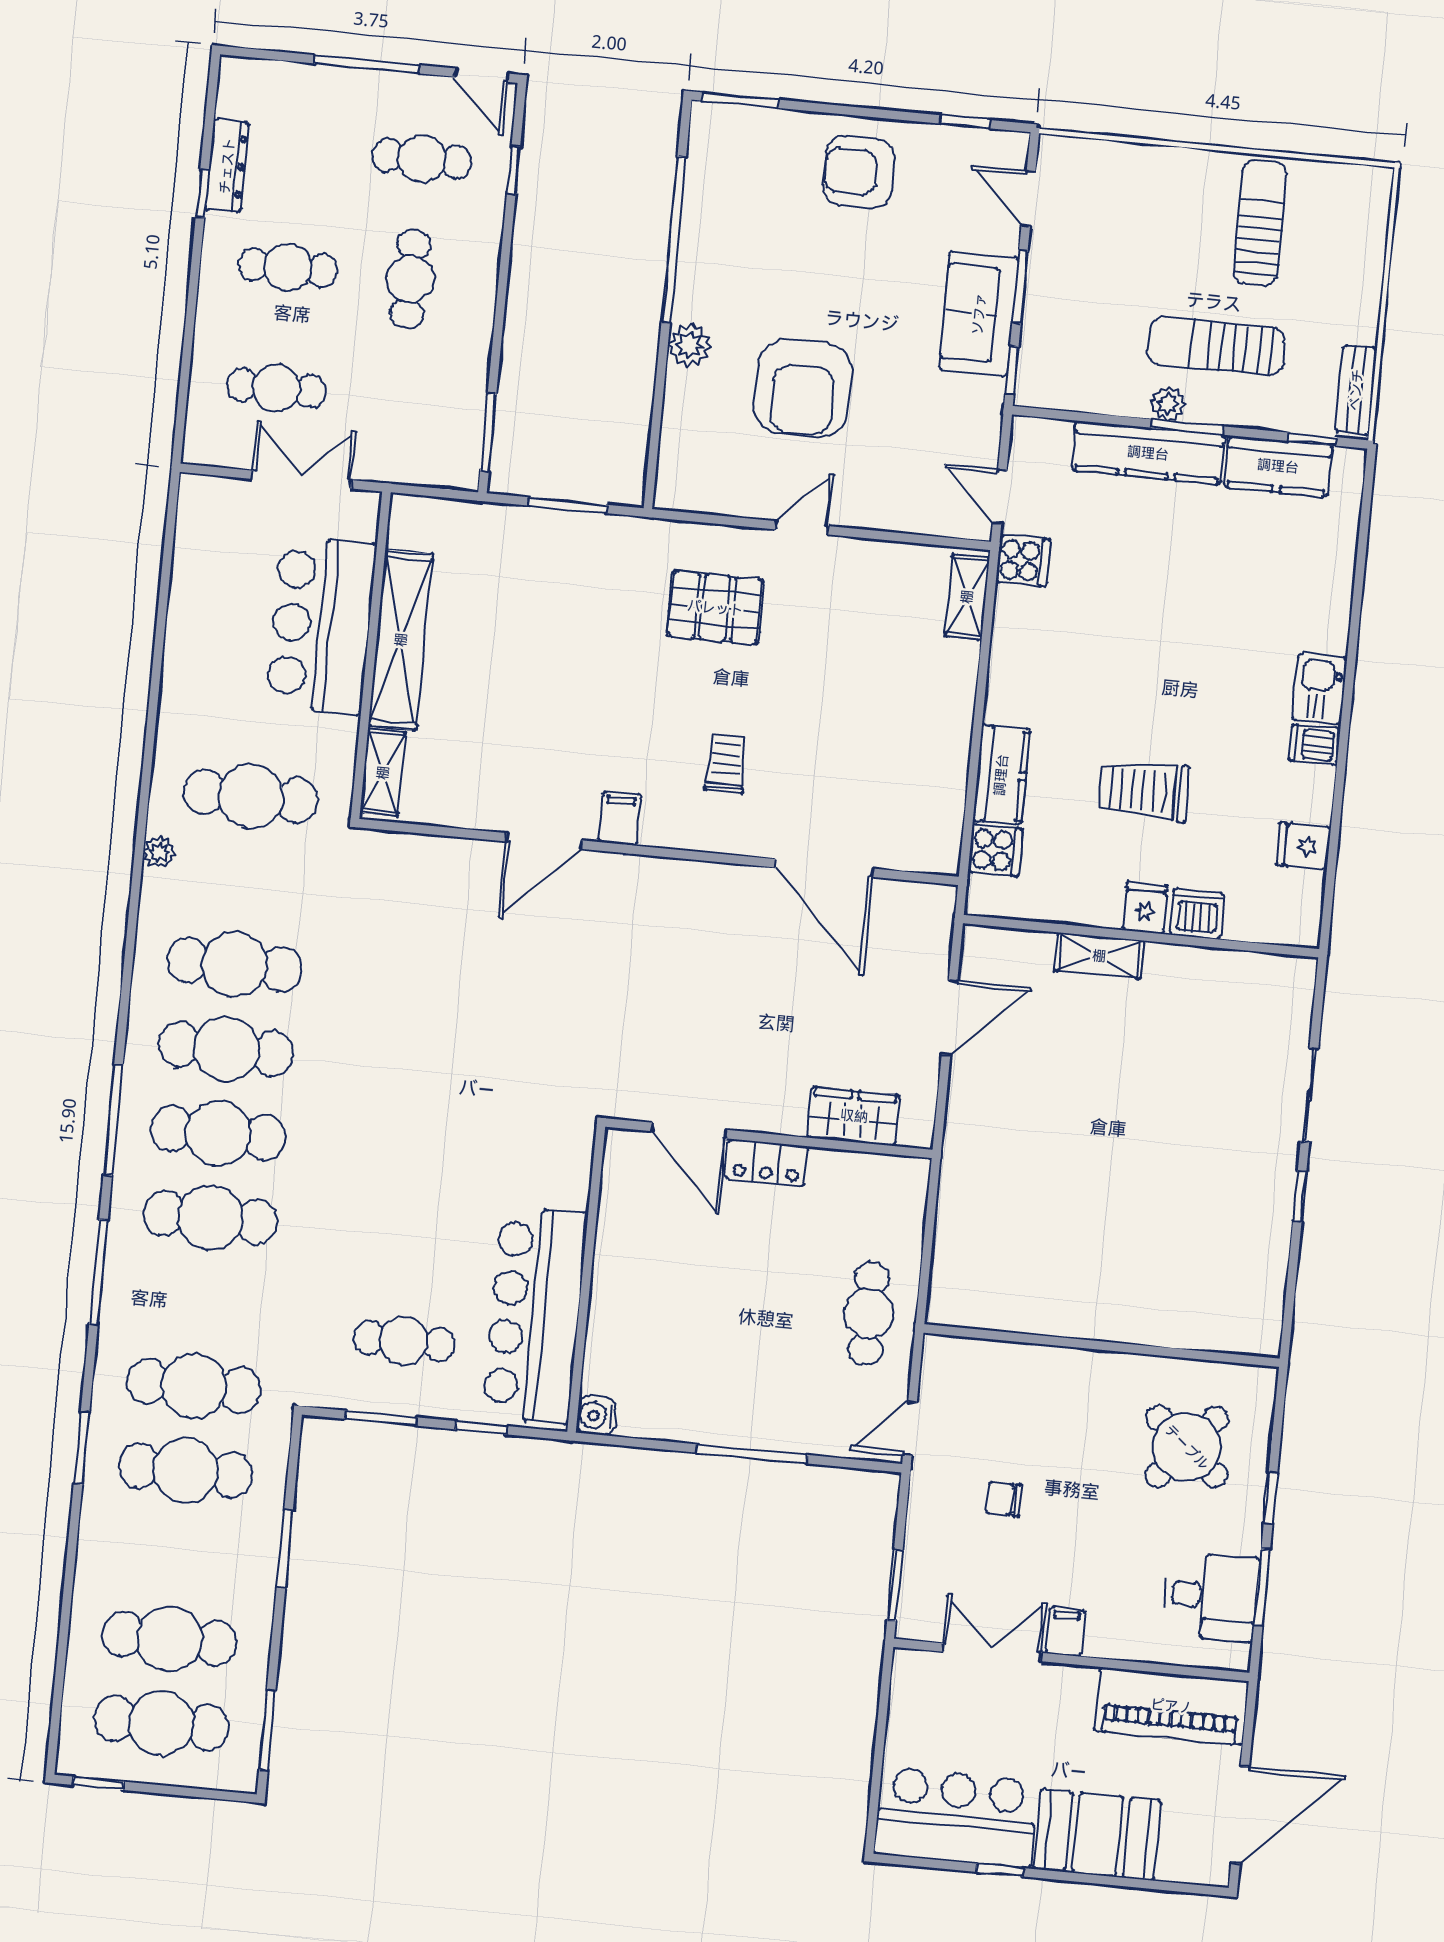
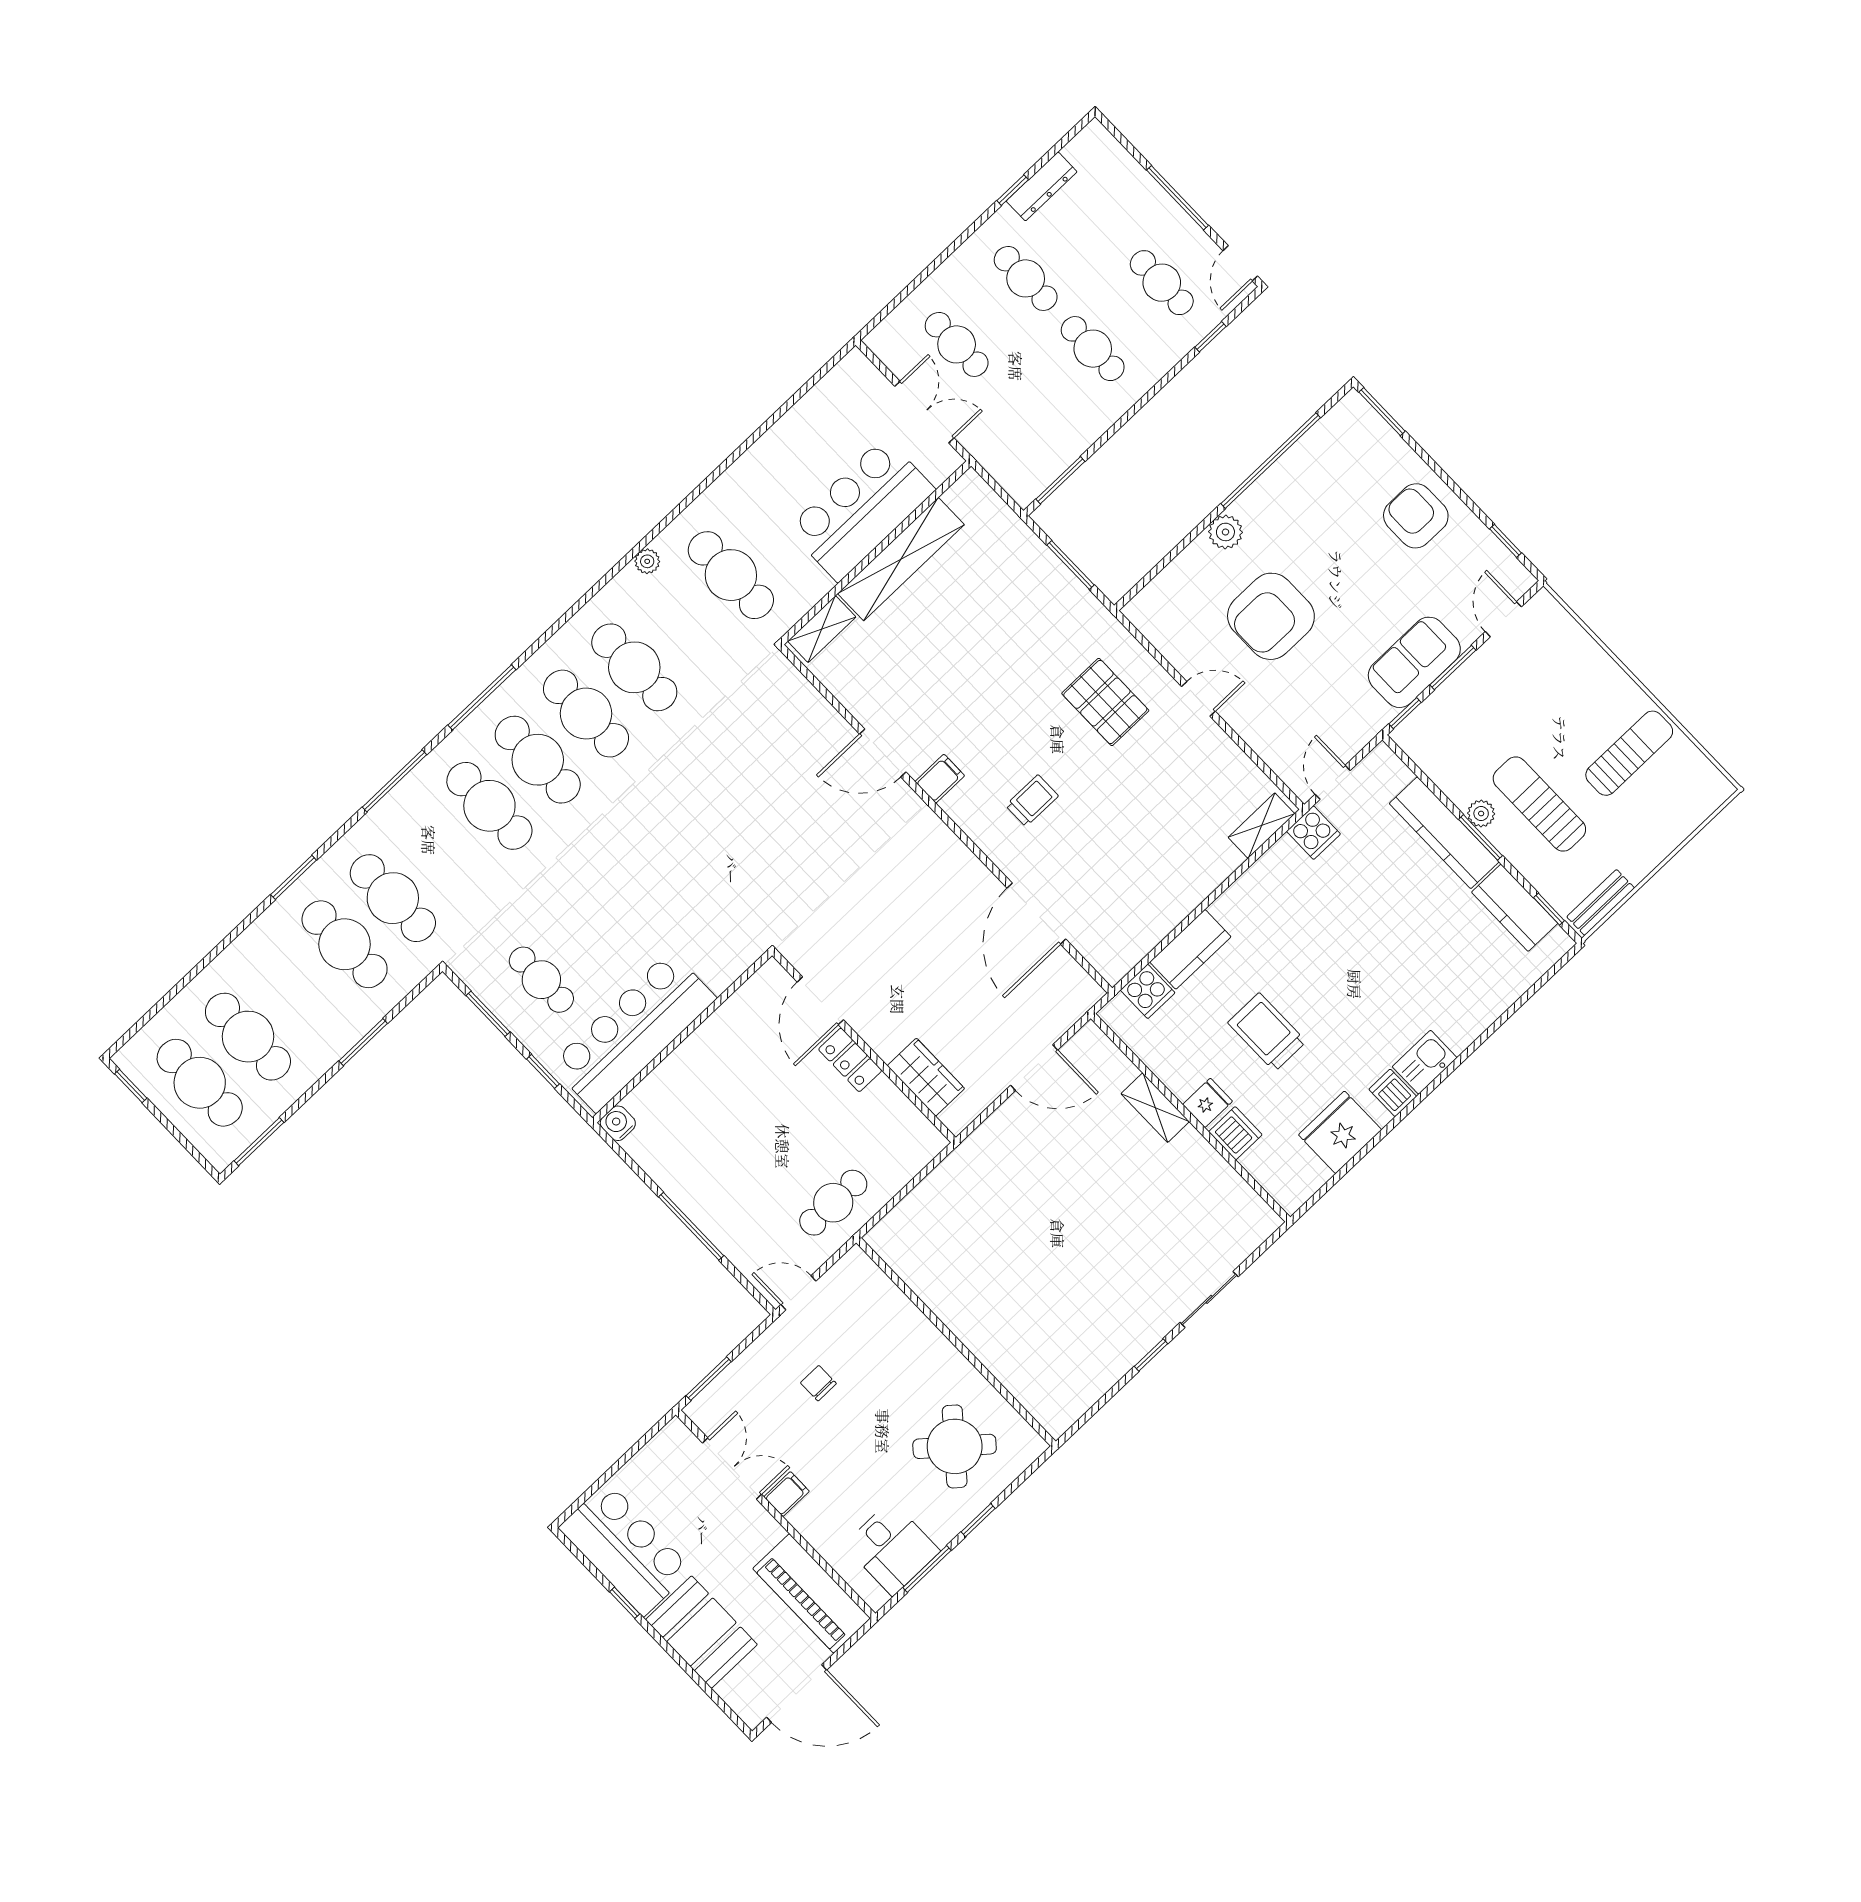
cafe table: (410, 279) -> (1093, 349), turned 90
fridge: (1303, 846) -> (1340, 1132), width x1.88, depth x1.34

